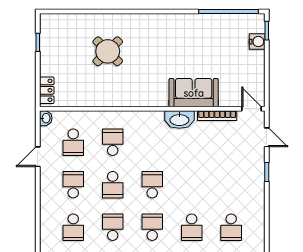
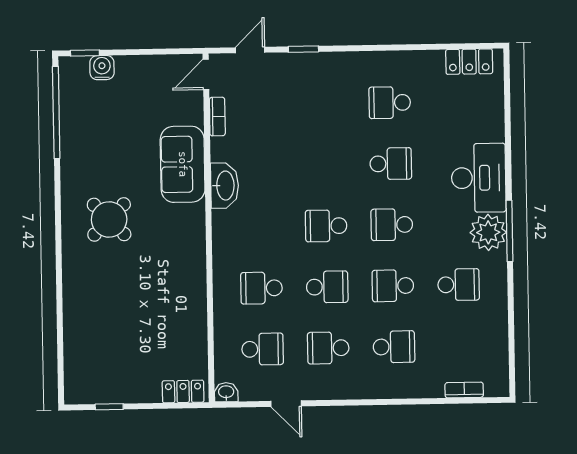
round table: (108, 51) -> (109, 219), moved
bookcase: (217, 116) -> (217, 117), width x0.64
school desk: (231, 227) -> (390, 103), turned 180

